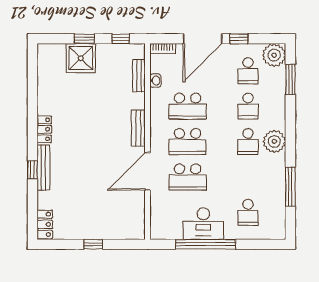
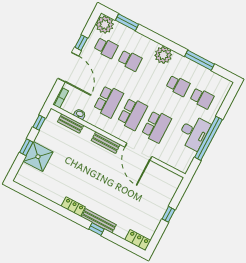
school desk: (248, 142) -> (178, 86), moved

